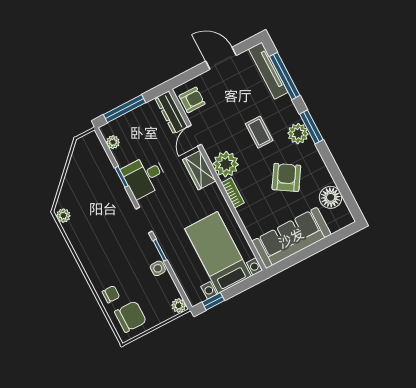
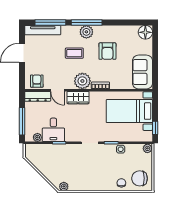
window: (311, 127) -> (87, 22), width x1.44
desk: (144, 176) -> (53, 130), moved
armchair: (286, 177) -> (107, 51), turned -122
floor lamp: (331, 197) -> (145, 32), moved
sofa: (291, 238) -> (143, 72), width x0.73
chair: (131, 317) -> (140, 178), turned -90

